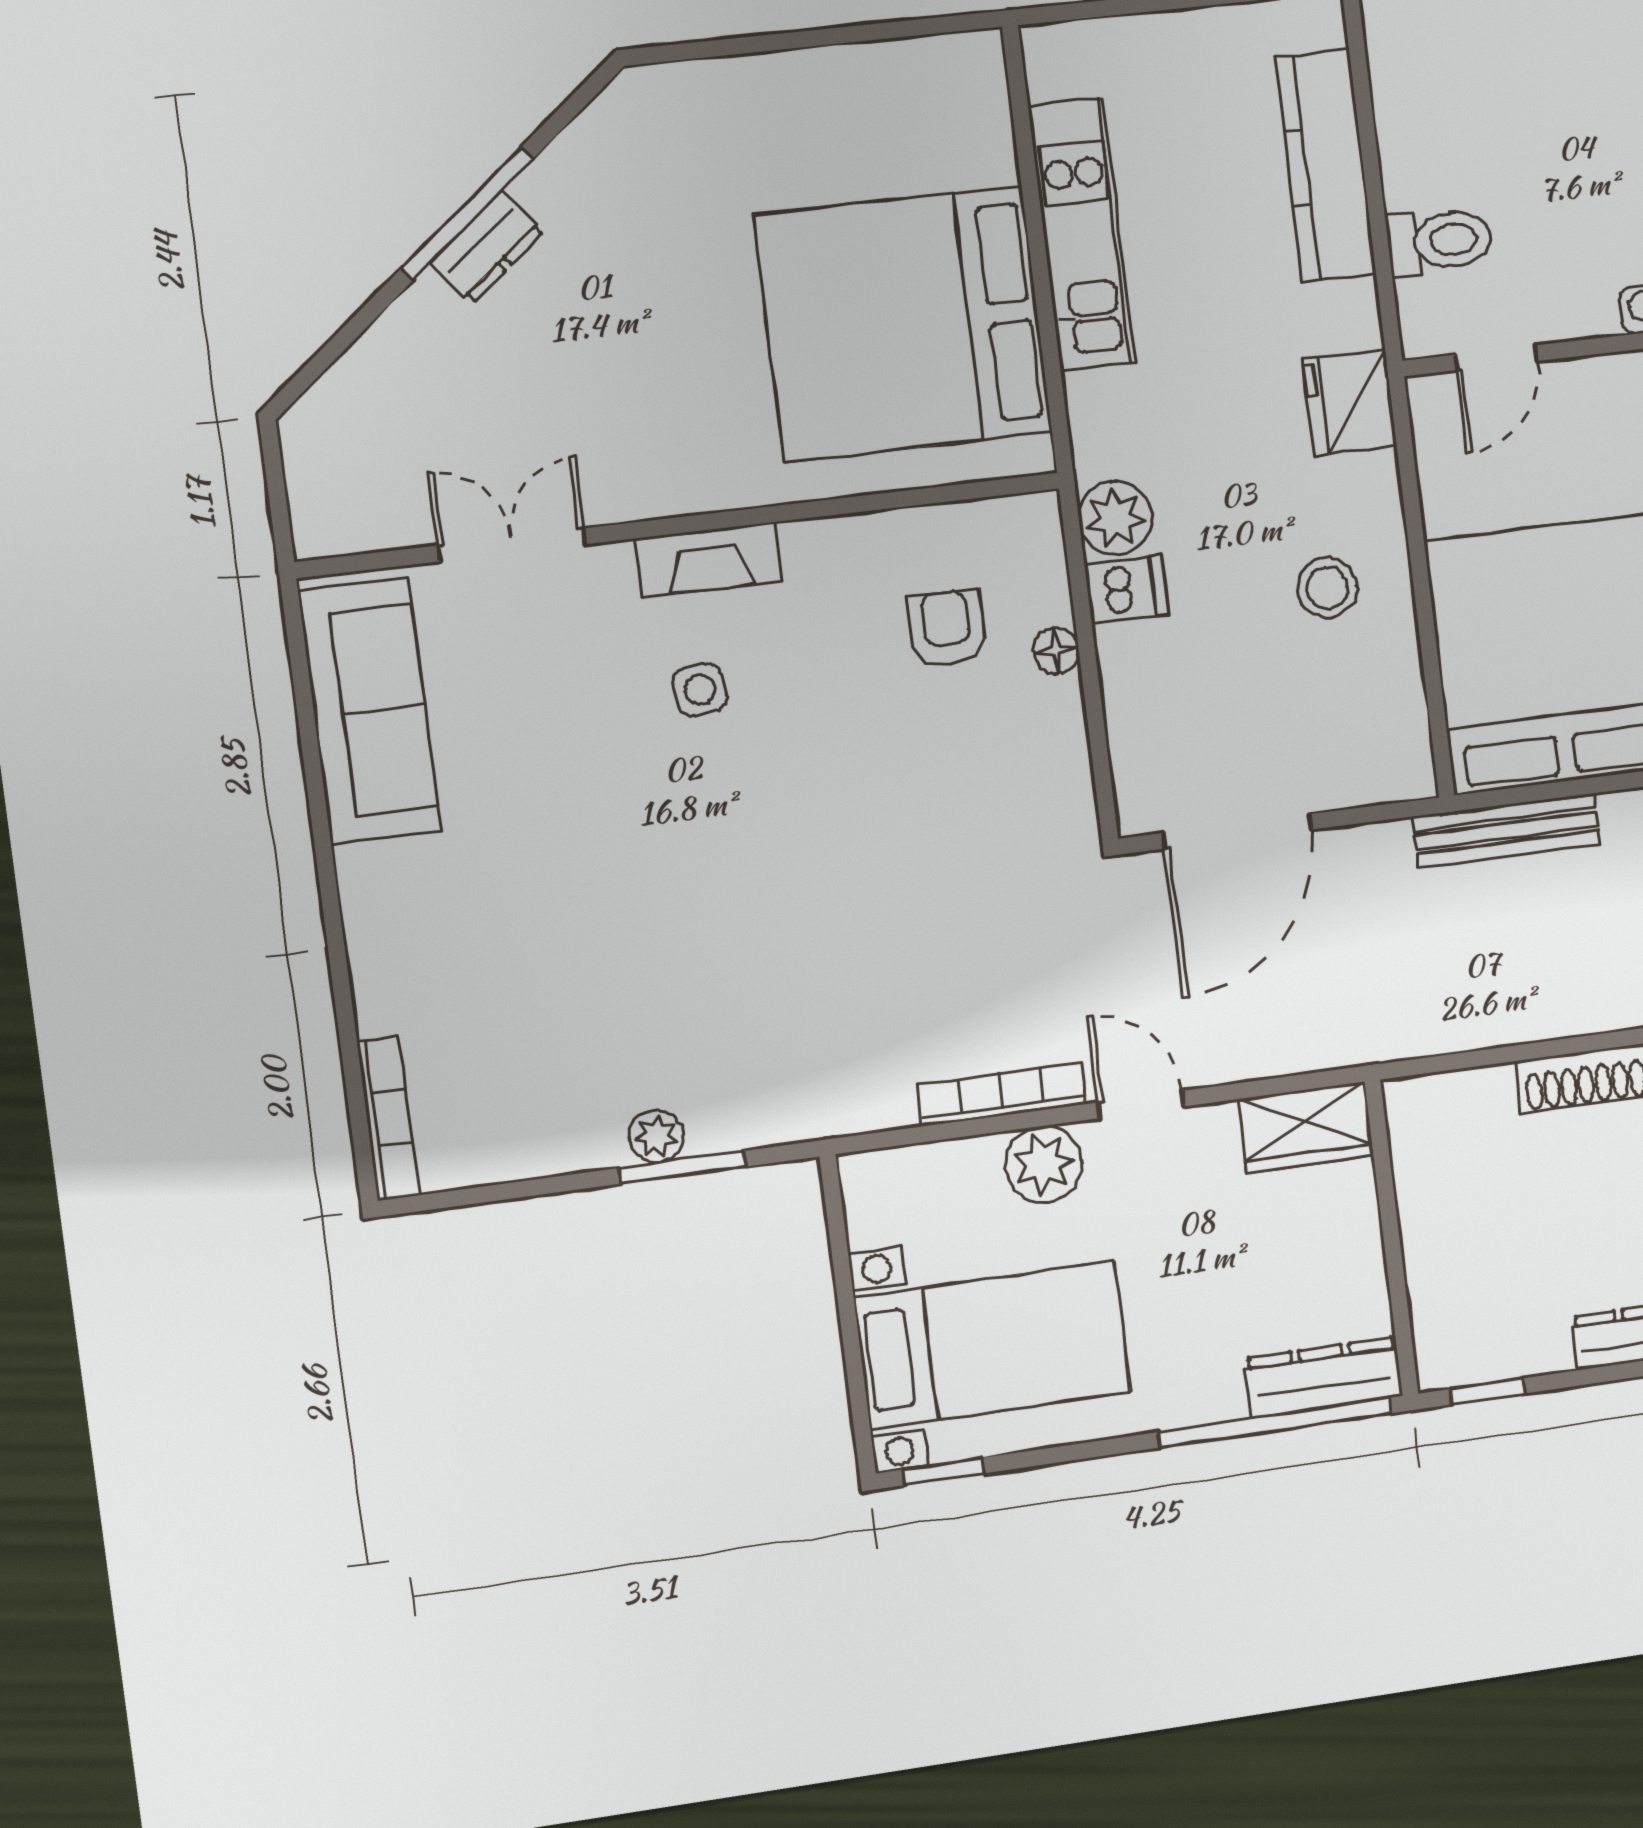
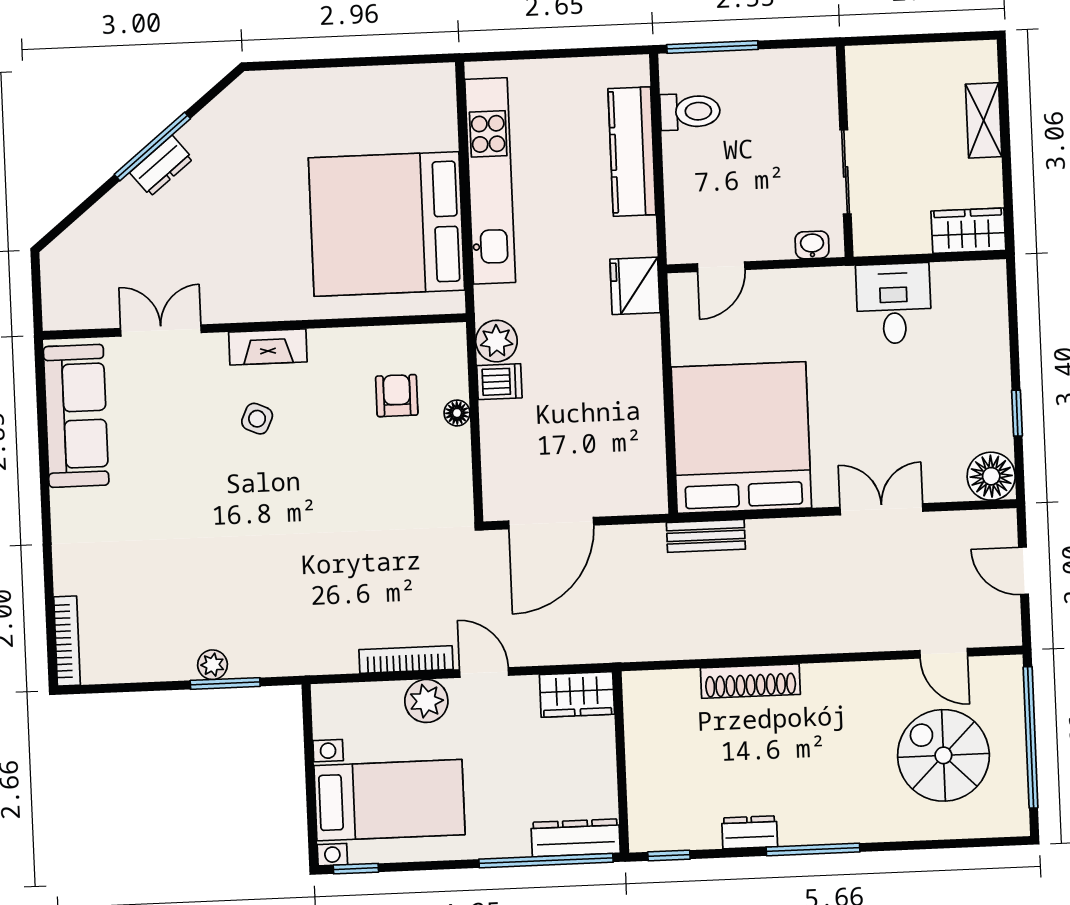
kitchen unit: (1081, 235) -> (490, 181), width x1.36
toilet: (1440, 241) -> (690, 111), moved
stool: (1327, 588) -> (614, 389), removed
side table: (700, 690) -> (257, 419), turned 32
bench: (1507, 831) -> (706, 536), width x0.73

